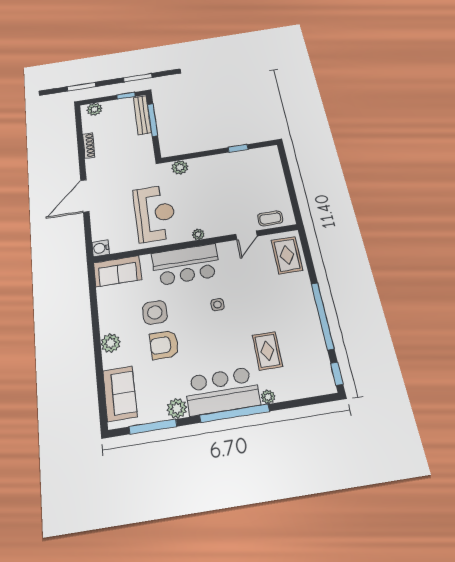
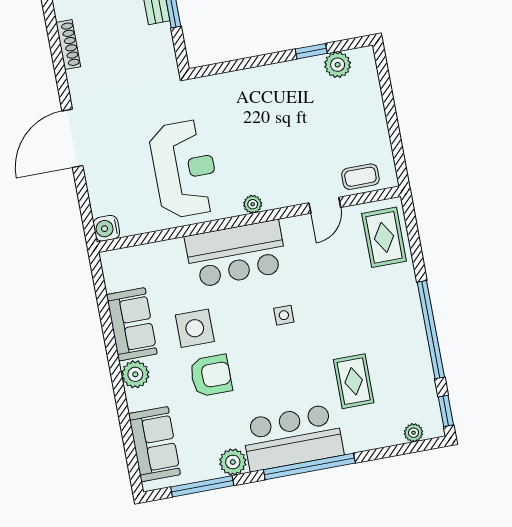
plant: (180, 167) -> (338, 65), moved
sofa: (117, 271) -> (132, 324), moved, turned -90
armchair: (164, 345) -> (211, 375), turned 180
plant: (268, 397) -> (414, 433), moved

